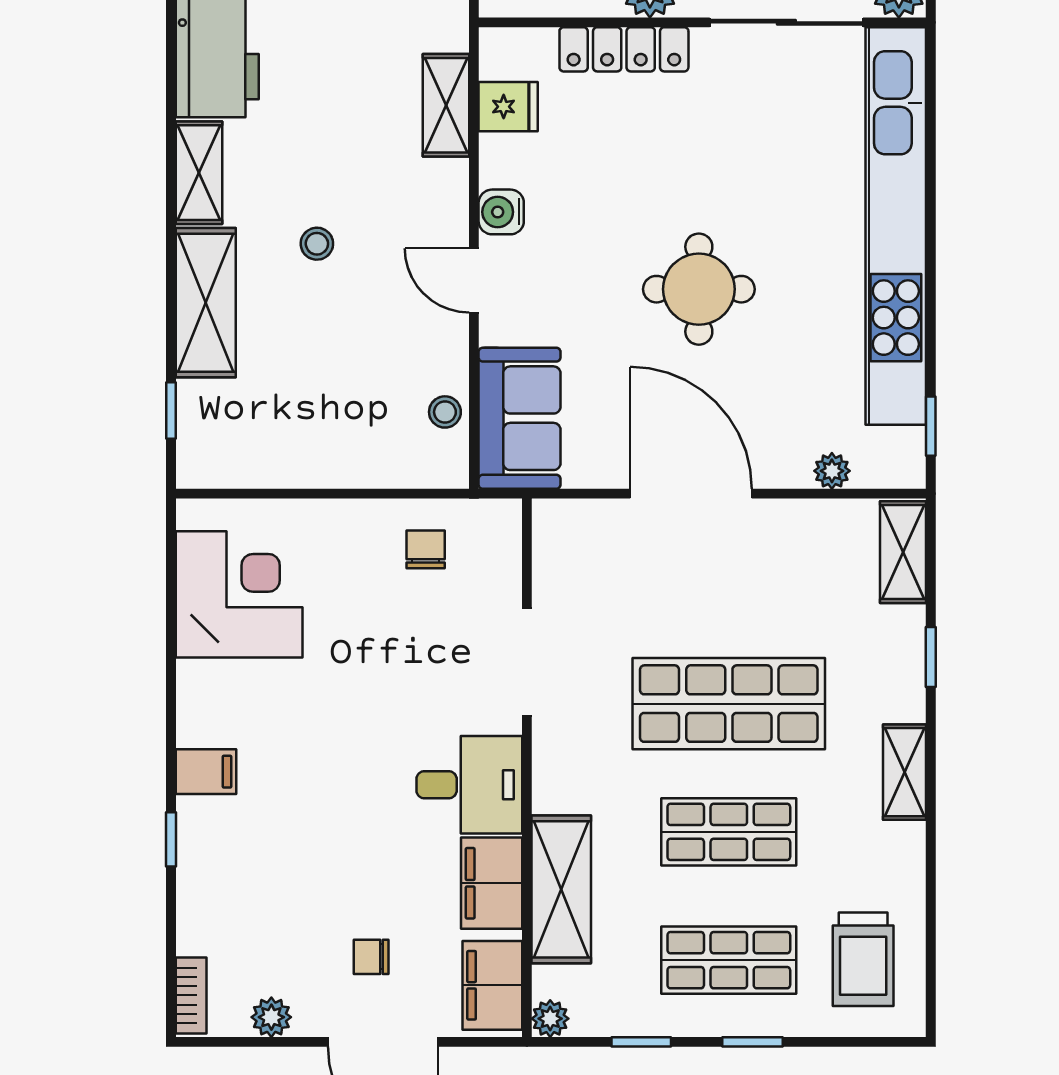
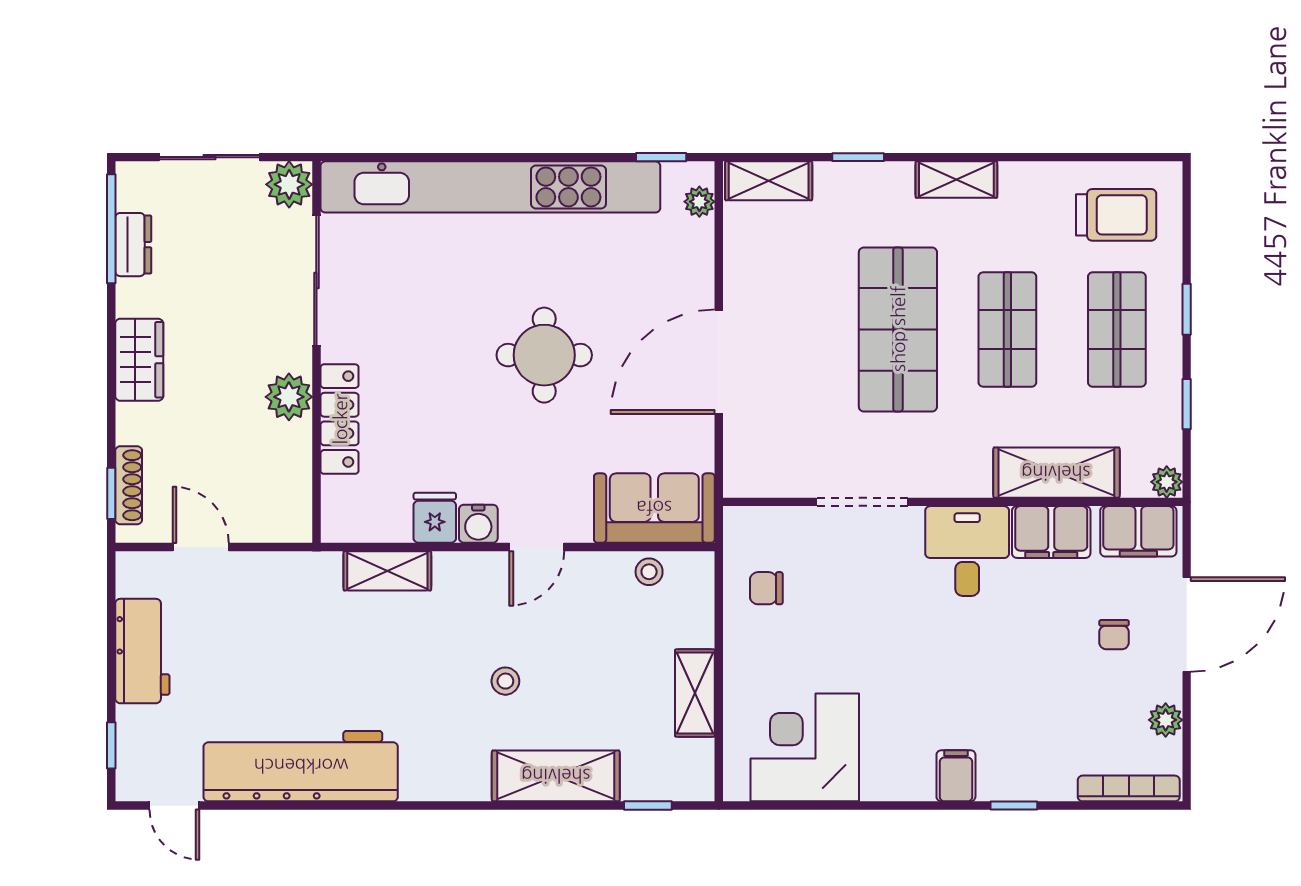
fridge: (508, 107) -> (435, 518), moved
shelving: (199, 173) -> (695, 693), moved, turned 90
plant: (832, 471) -> (699, 202), moved
bookcase: (191, 995) -> (1129, 788), width x1.56

